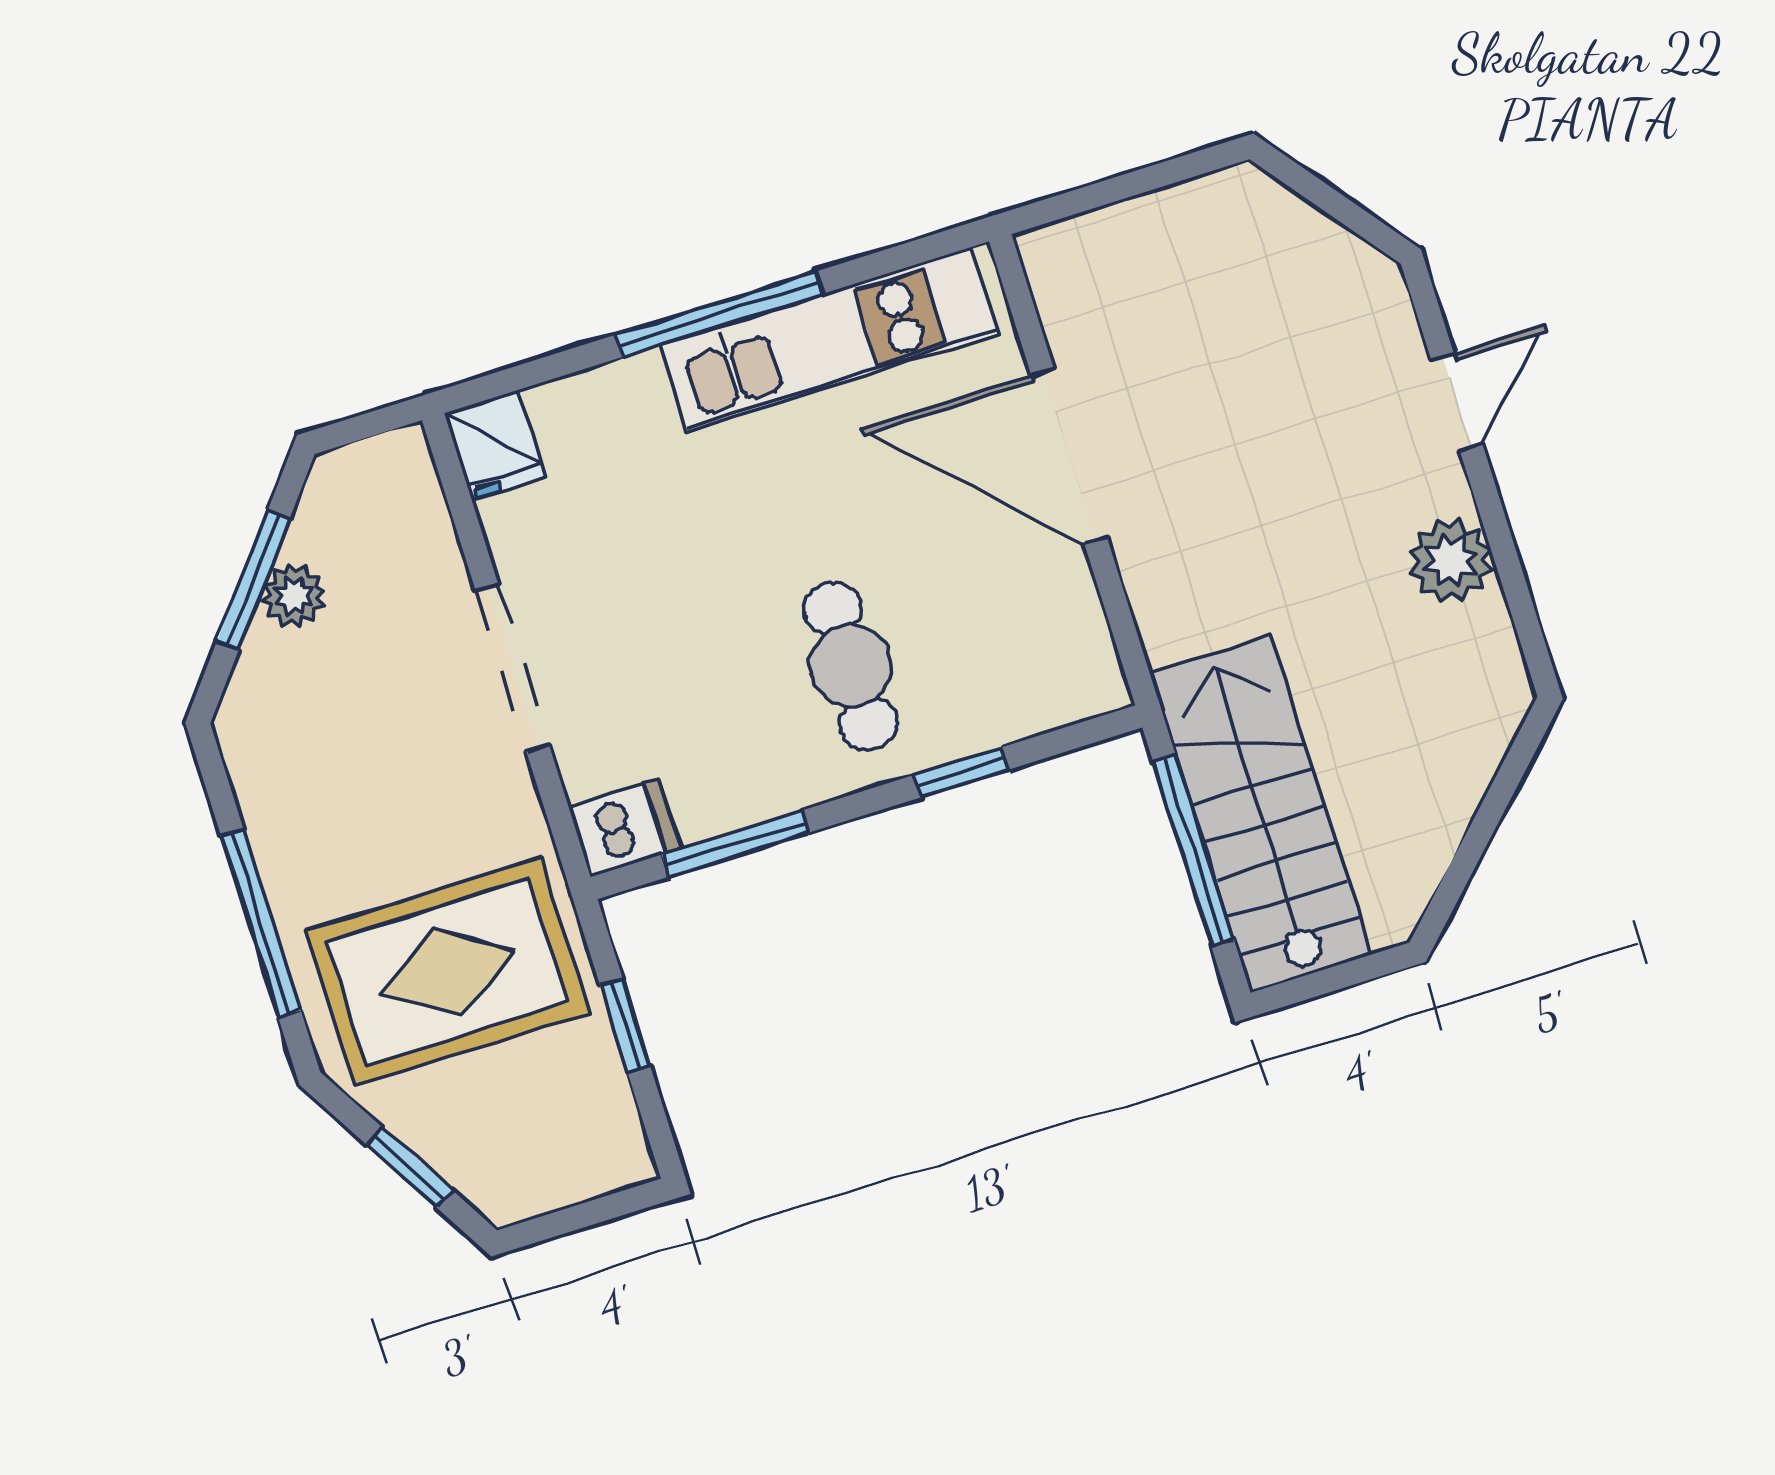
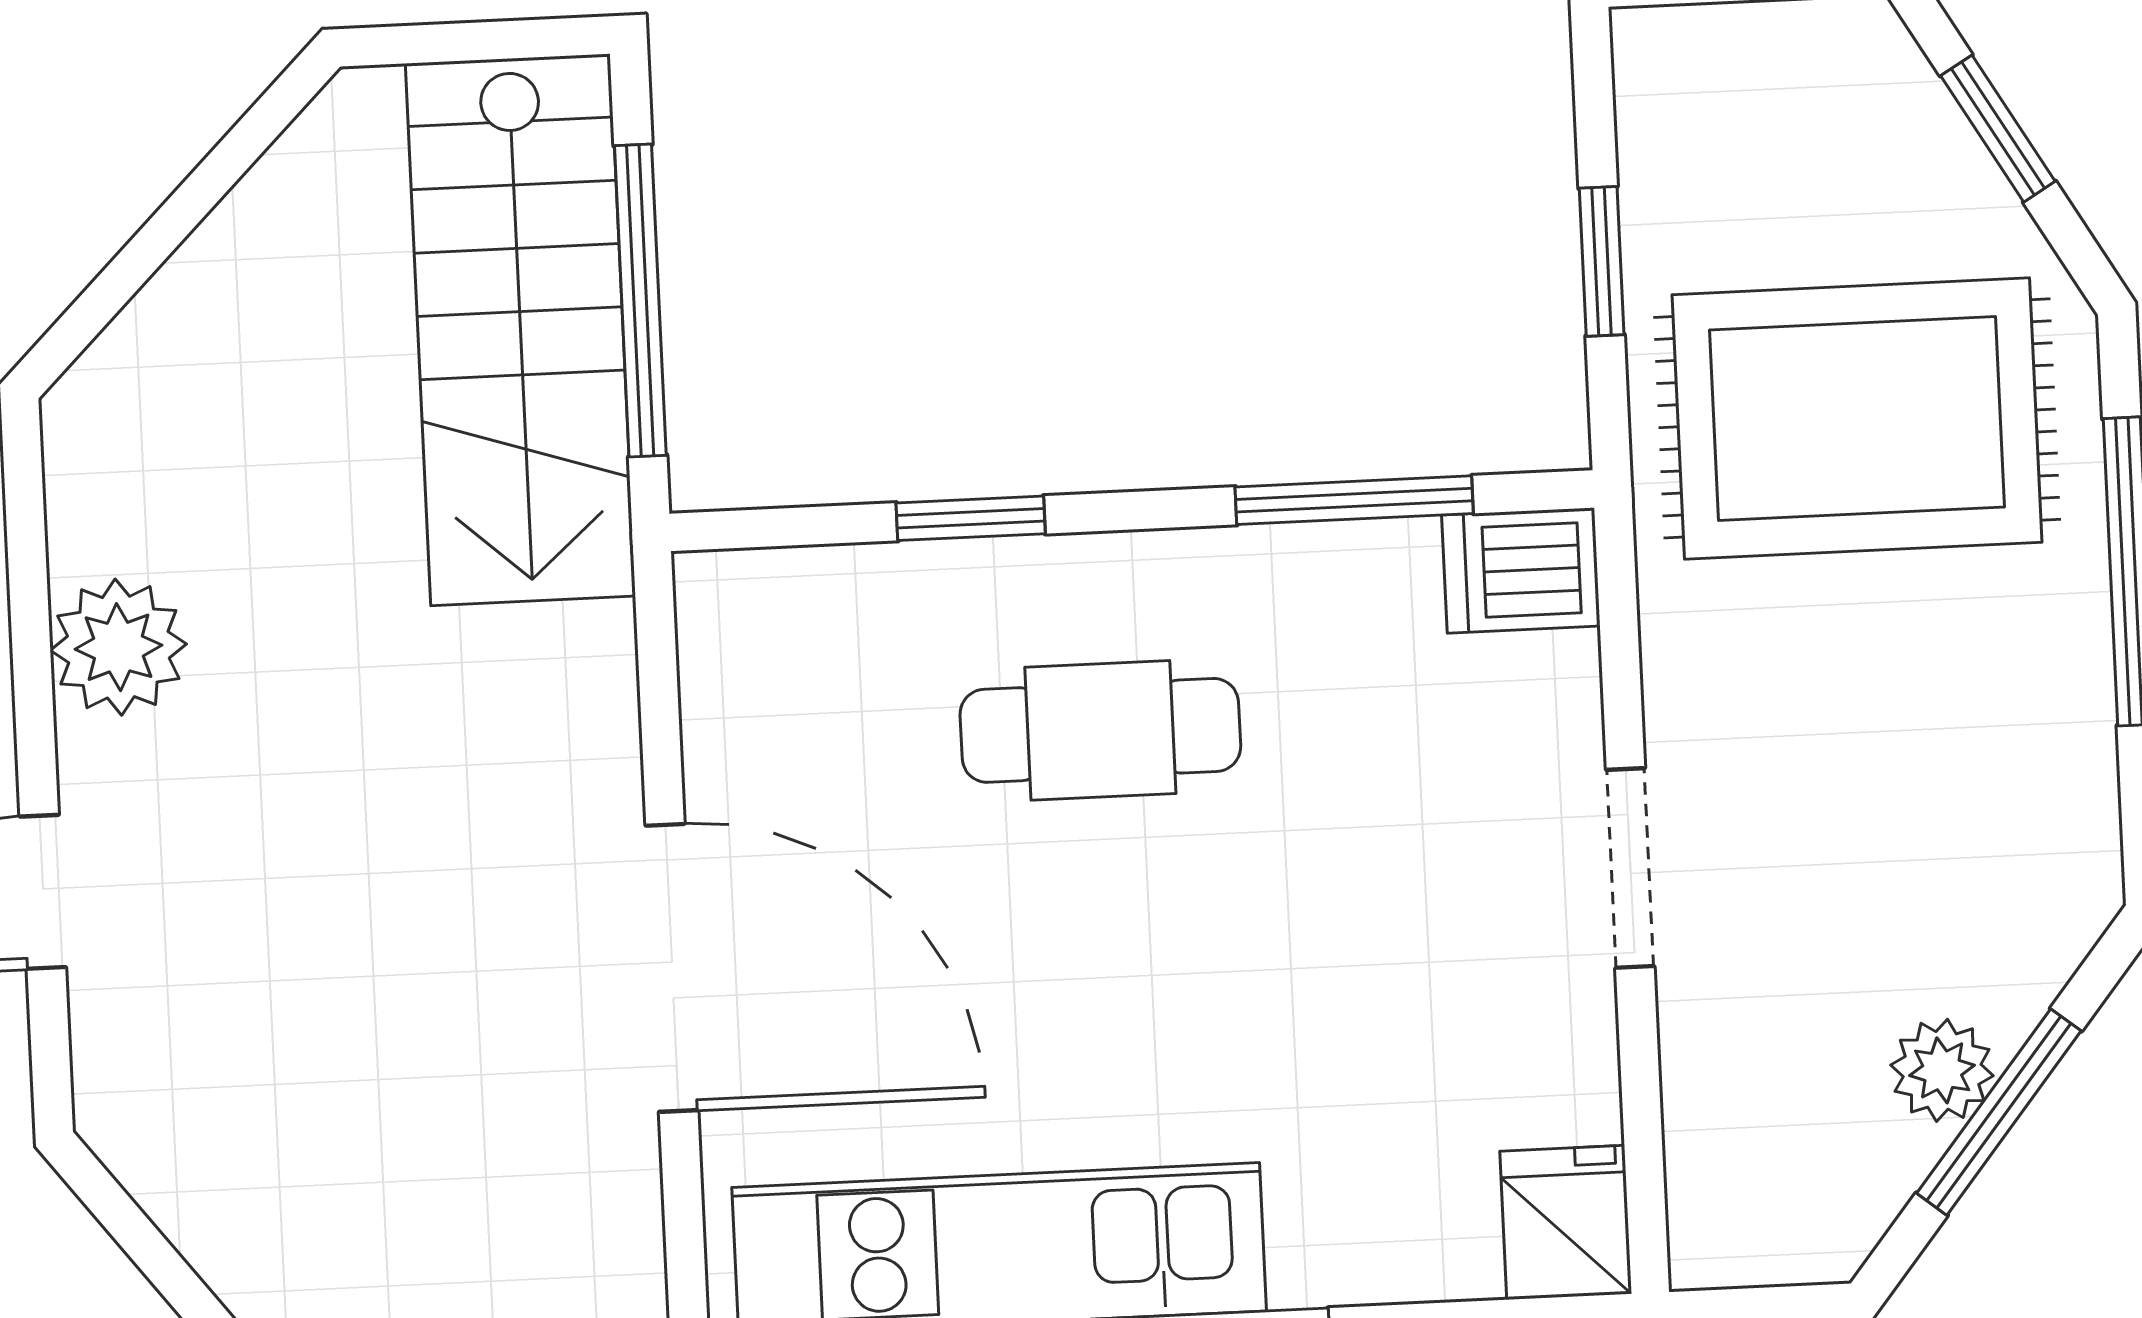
cafe table: (851, 666) -> (1100, 730), turned 90
doorway: (512, 667) -> (1630, 868), width x0.73

